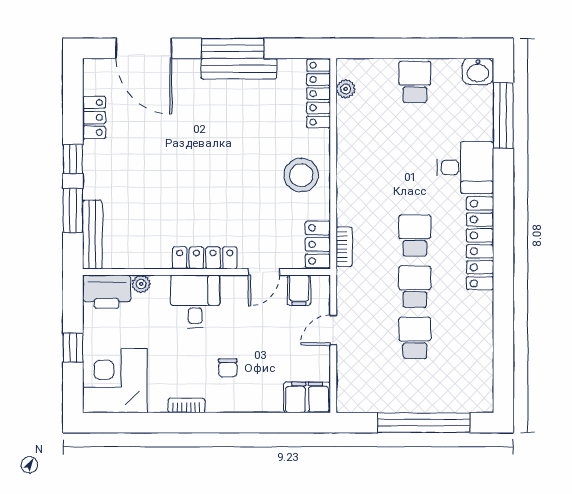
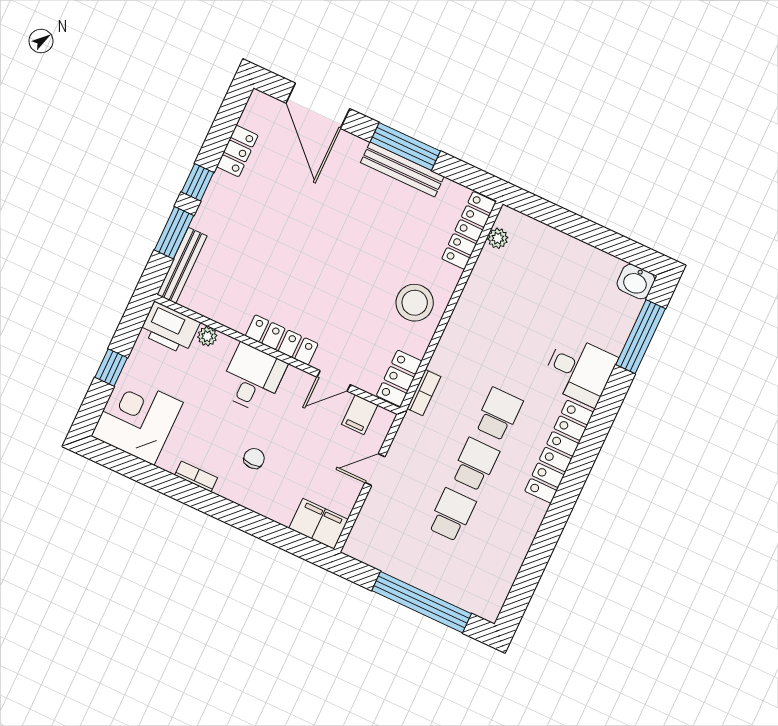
school desk: (415, 82) -> (569, 263), removed
chair: (228, 368) -> (254, 458), turned 180

